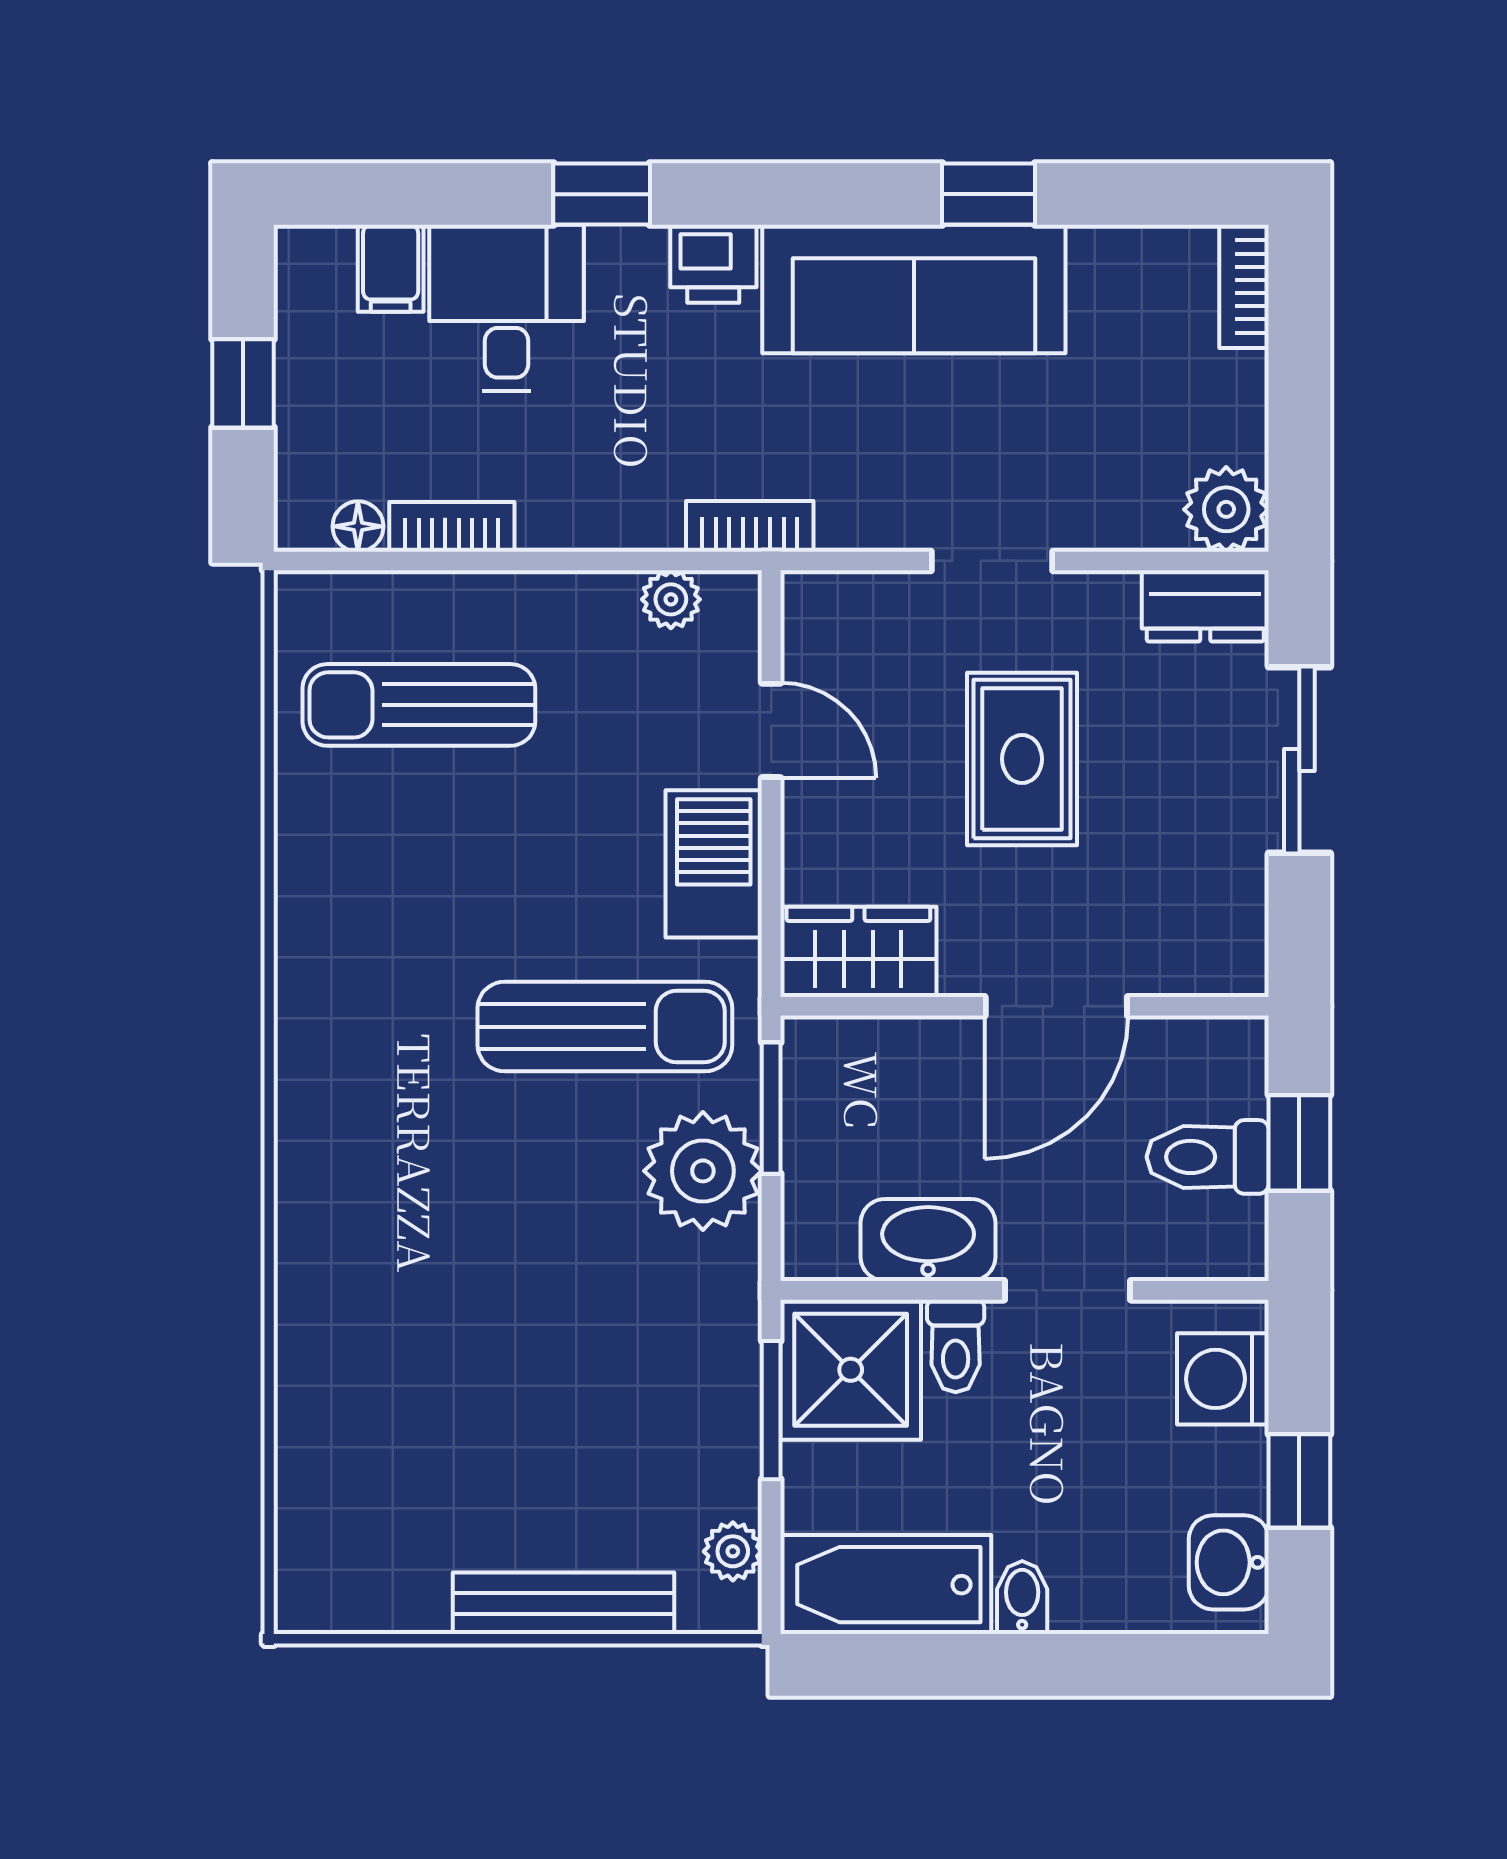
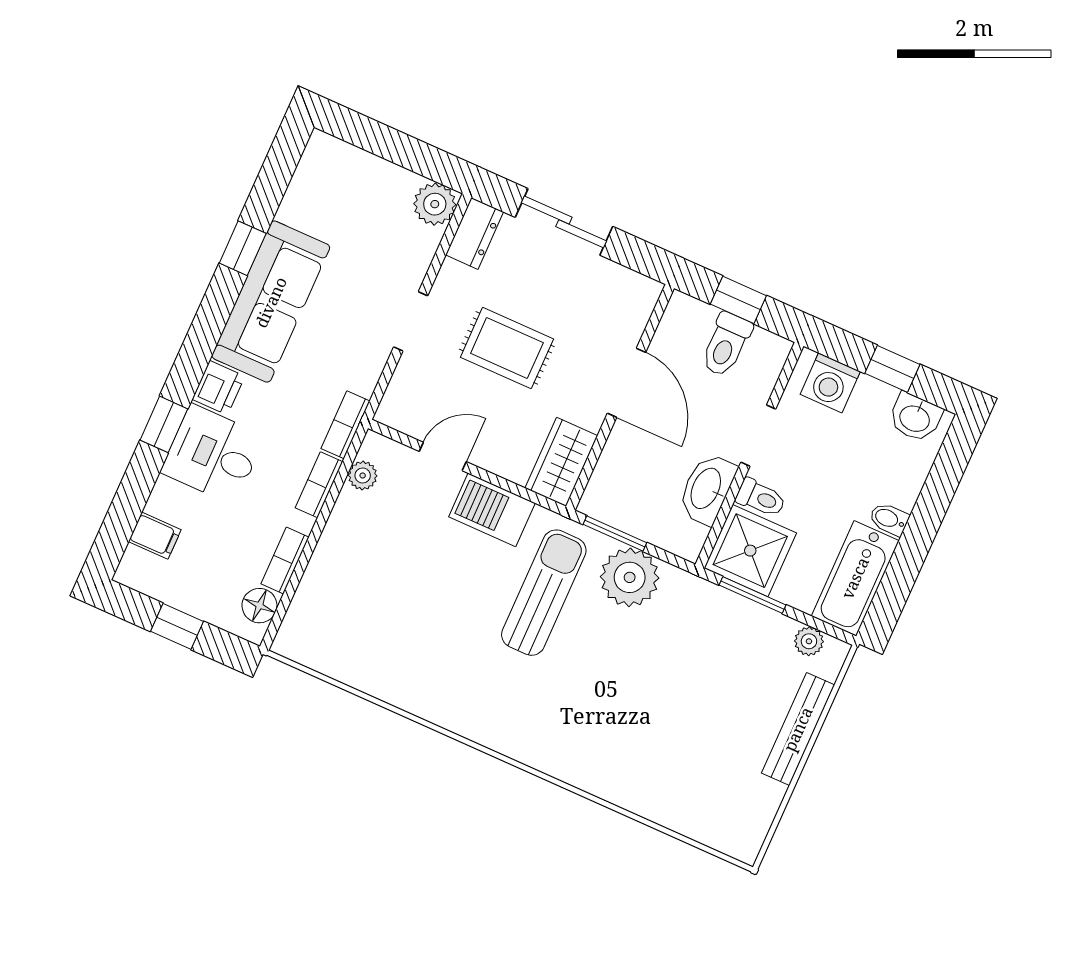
bookcase: (1244, 286) -> (319, 485), moved, turned 90
desk: (507, 308) -> (213, 454), moved
floor lamp: (358, 526) -> (259, 606), width x1.37, depth x1.37
sun lounger: (419, 705) -> (359, 612), removed

